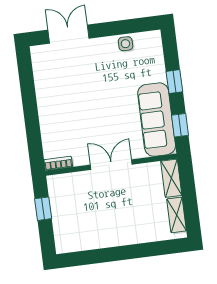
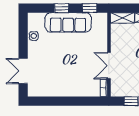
sofa: (157, 120) -> (68, 22), moved
double door: (111, 165) -> (109, 66), moved

